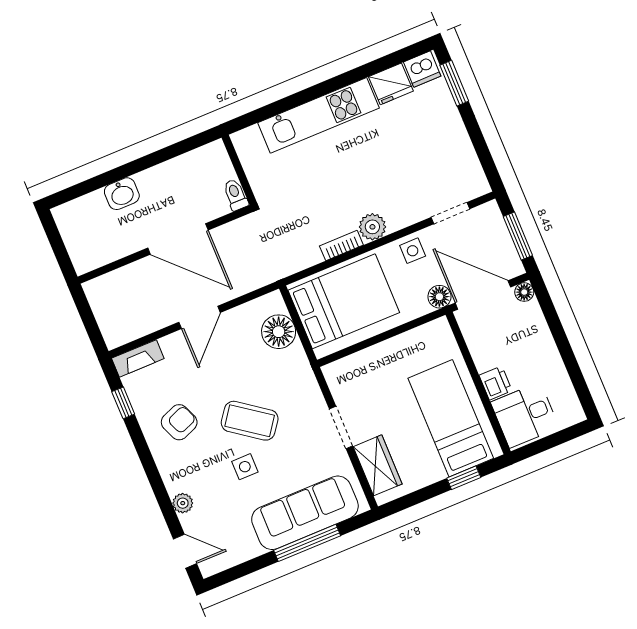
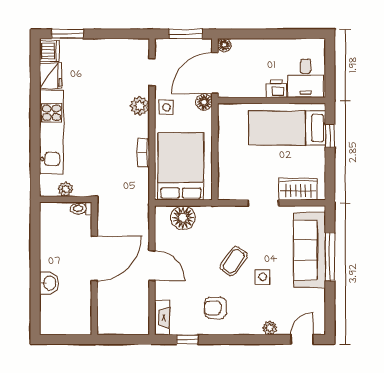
plant: (252, 164) -> (66, 189), added
plant: (372, 227) -> (140, 106), moved
coffee table: (250, 421) -> (234, 261), width x0.73, depth x0.77
armchair: (179, 422) -> (215, 308), turned -68

